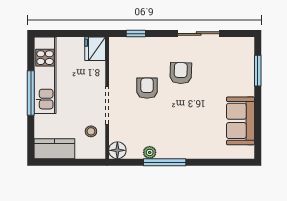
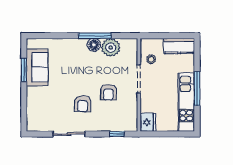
window: (258, 71) -> (24, 70), moved
floor lamp: (117, 150) -> (94, 45), moved
plant: (150, 152) -> (111, 47), width x1.88, depth x1.88

